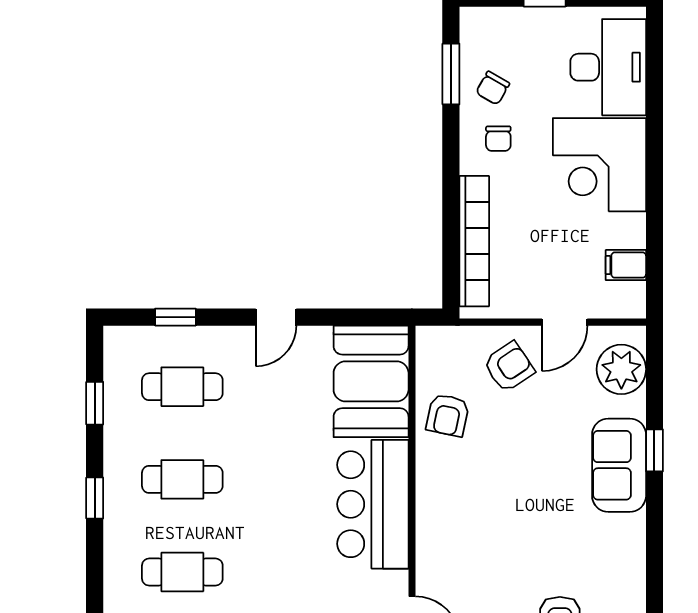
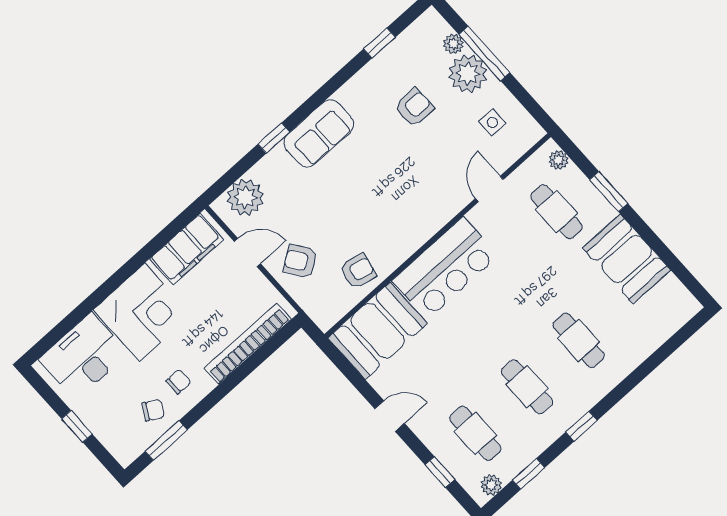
filing cabinet: (626, 265) -> (187, 249), width x3.00, depth x1.17
plant: (117, 356) -> (491, 485), added
sofa: (619, 465) -> (319, 133), moved

